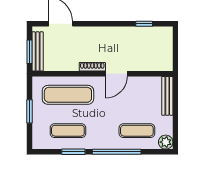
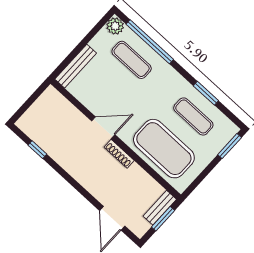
bench: (38, 51) -> (160, 208), width x0.73
exercise mat: (68, 95) -> (164, 149), width x1.47
window: (29, 111) -> (230, 146), moved
window: (117, 152) -> (150, 42), moved

